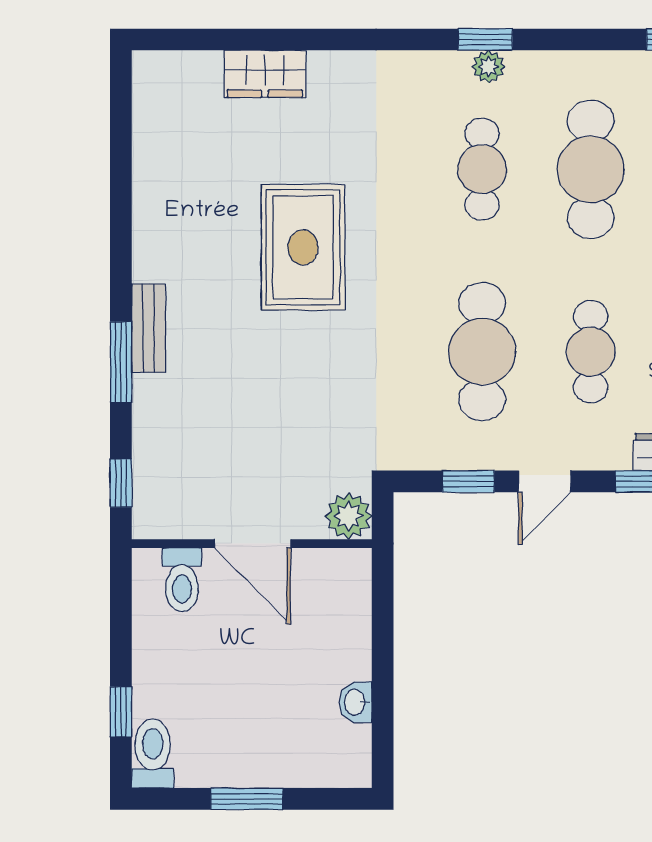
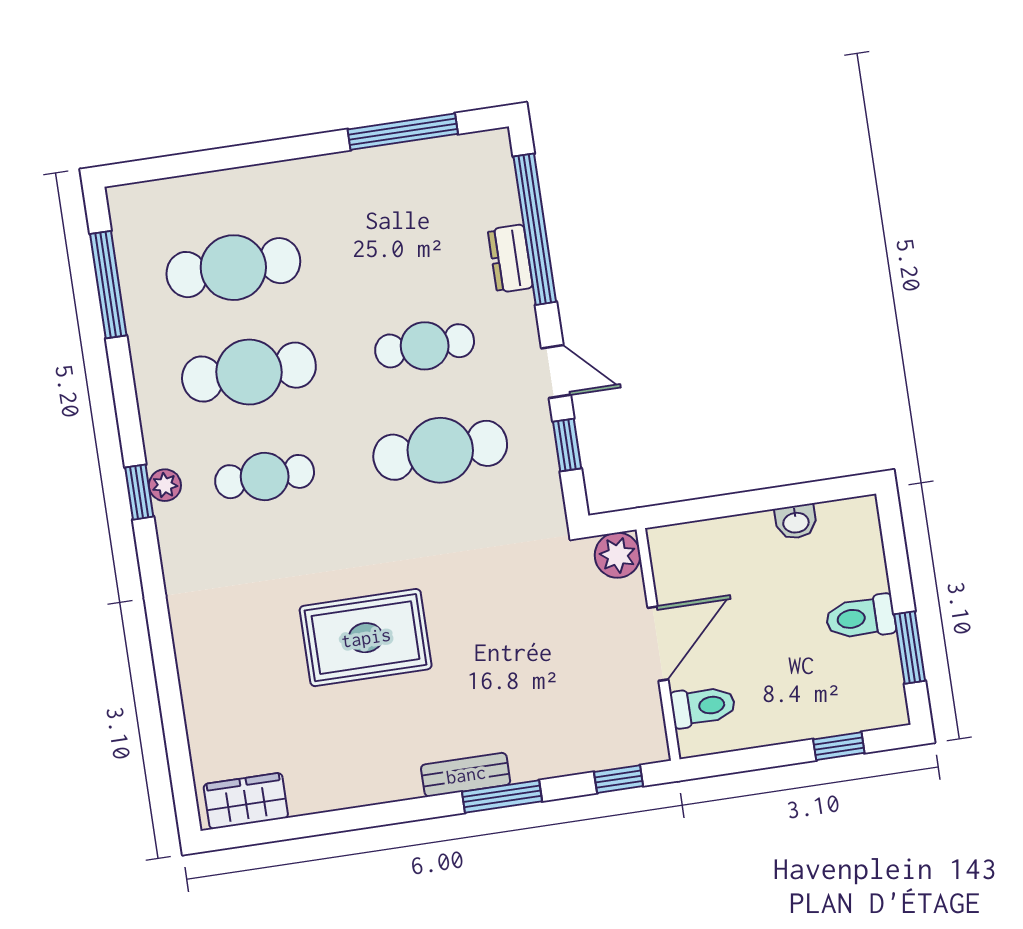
wardrobe: (265, 74) -> (246, 801), moved, turned -90
toilet: (153, 753) -> (861, 617), moved
window: (247, 799) -> (910, 647), moved

